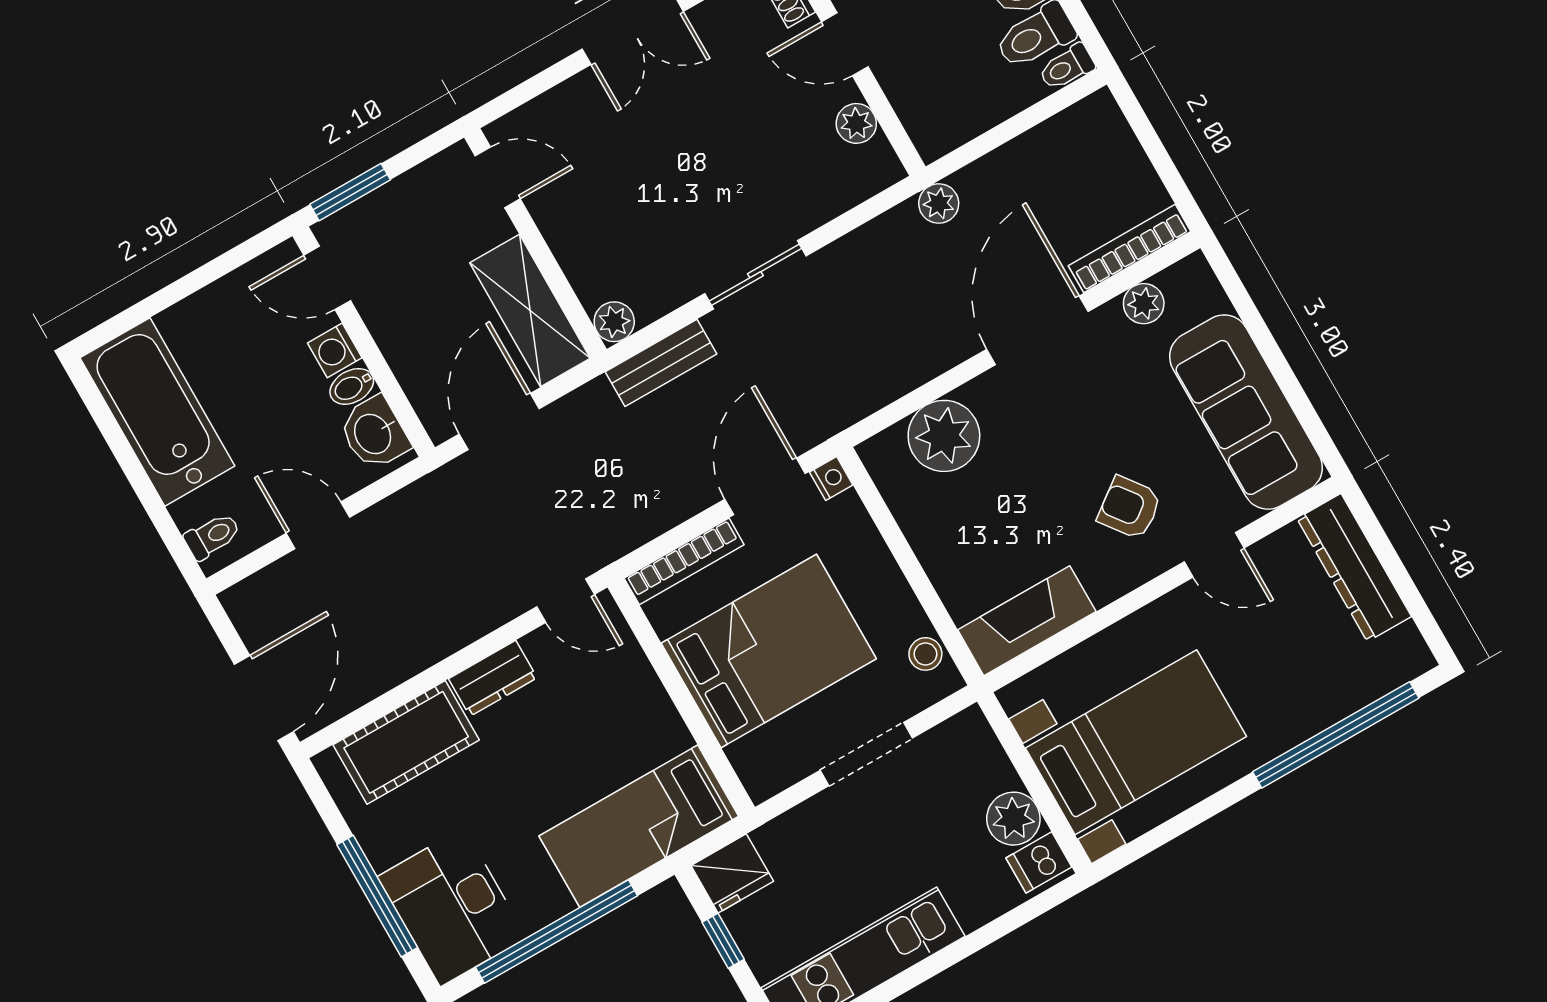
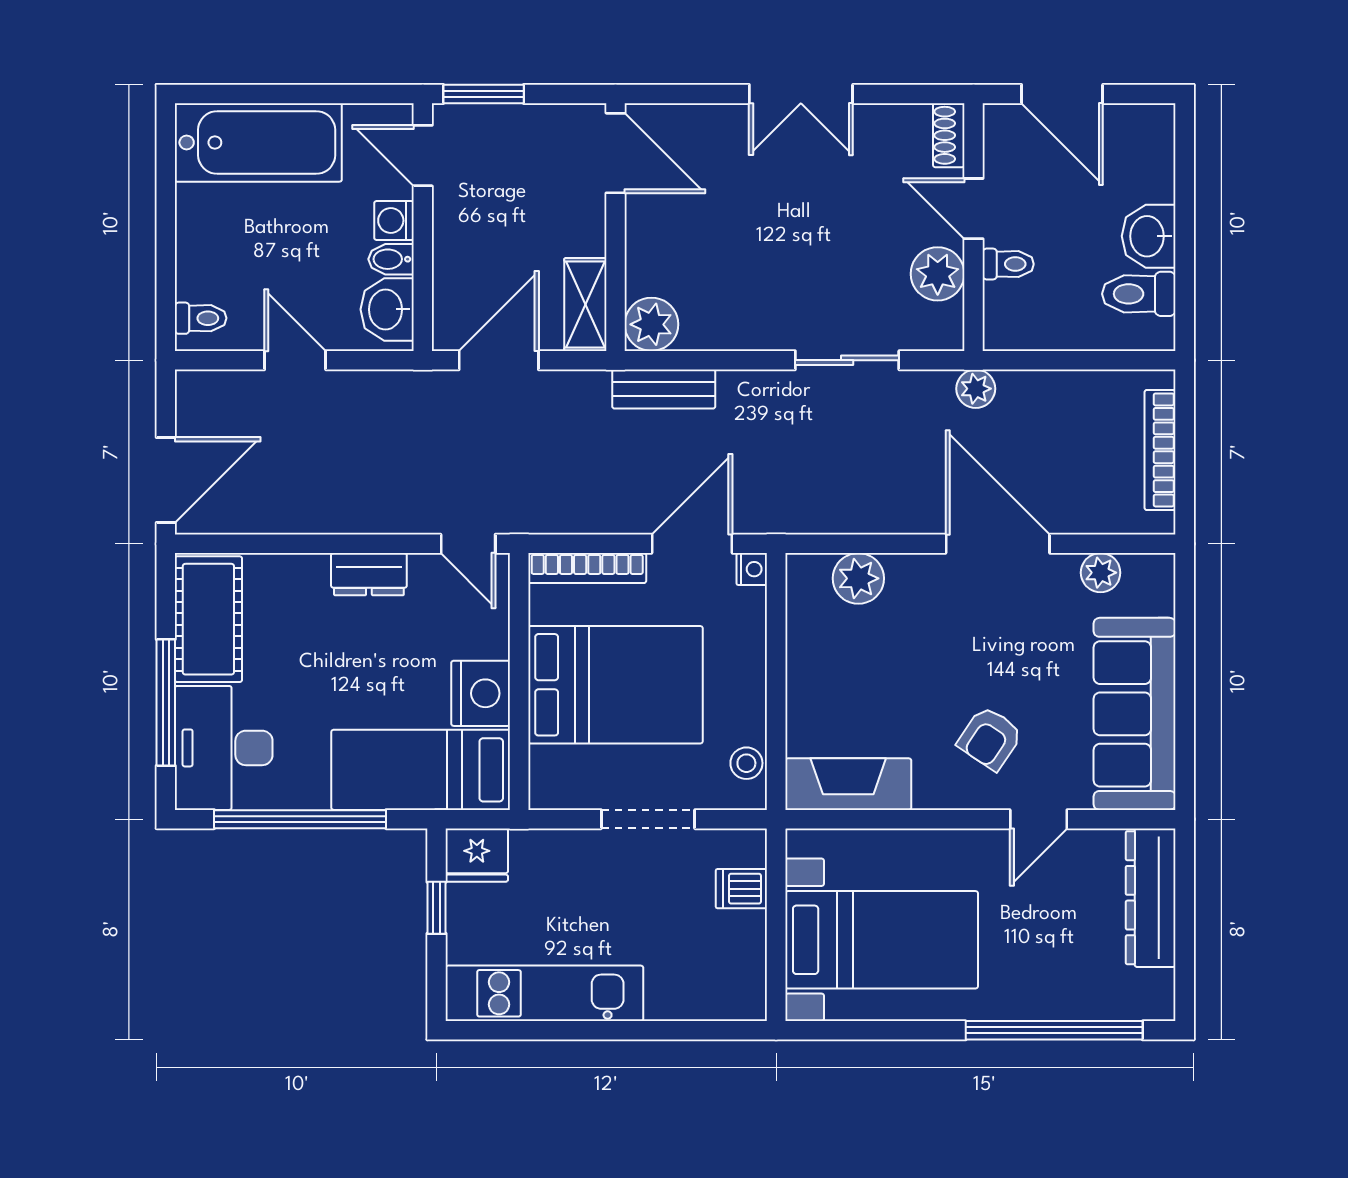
toilet: (1067, 67) -> (1008, 264), moved, turned 180
plant: (856, 123) -> (938, 274), width x1.38, depth x1.38
door: (498, 177) -> (616, 153), width x1.38
bookcase: (1130, 249) -> (1160, 450), moved, turned -90
sliding door: (755, 275) -> (847, 360), moved
shelving: (530, 310) -> (585, 305), width x0.67, depth x0.75
plant: (614, 322) -> (651, 324), width x1.38, depth x1.38
door: (1037, 330) -> (998, 544), hinge flipped
bathtub: (157, 412) -> (258, 142), moved, turned 90
plant: (944, 436) -> (858, 578), width x0.73, depth x0.73
armchair: (1130, 508) -> (990, 738), turned -109
door: (1214, 555) -> (1039, 819), hinge flipped
nightstand: (653, 727) -> (481, 693), added
cot: (406, 742) -> (208, 619), moved, turned 90
plant: (1013, 819) -> (741, 945), removed
dishwasher: (1039, 862) -> (741, 889), moved

